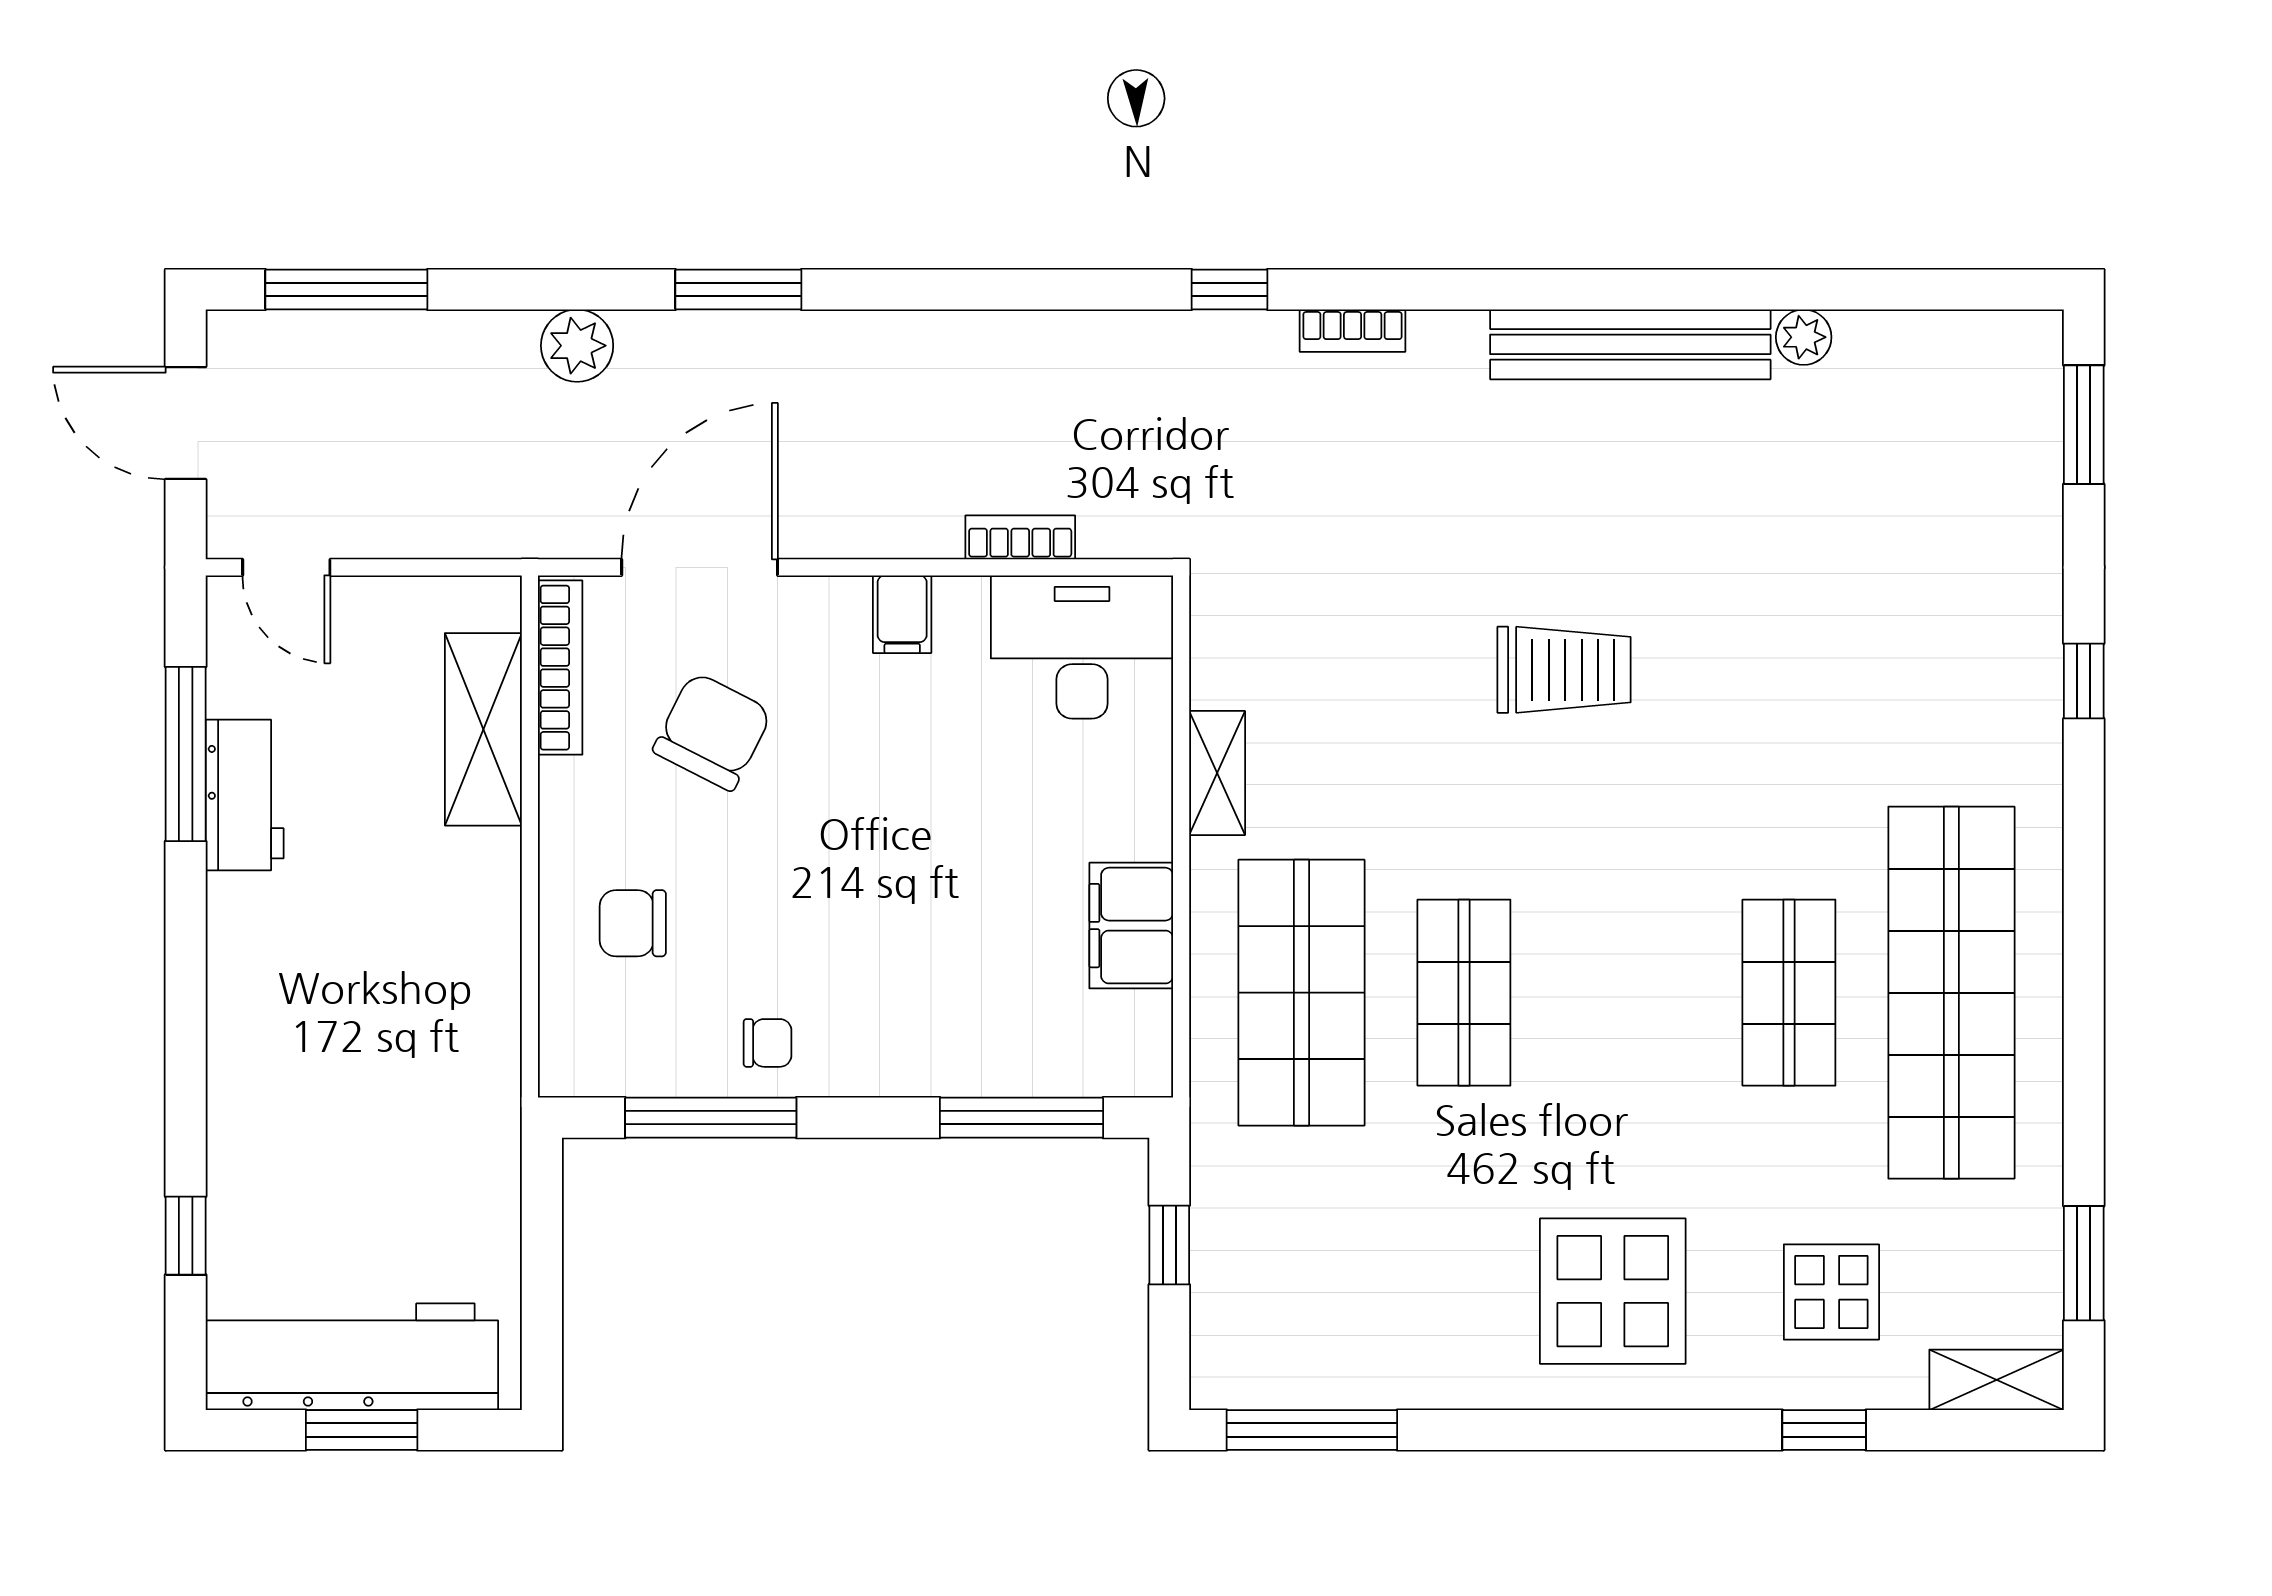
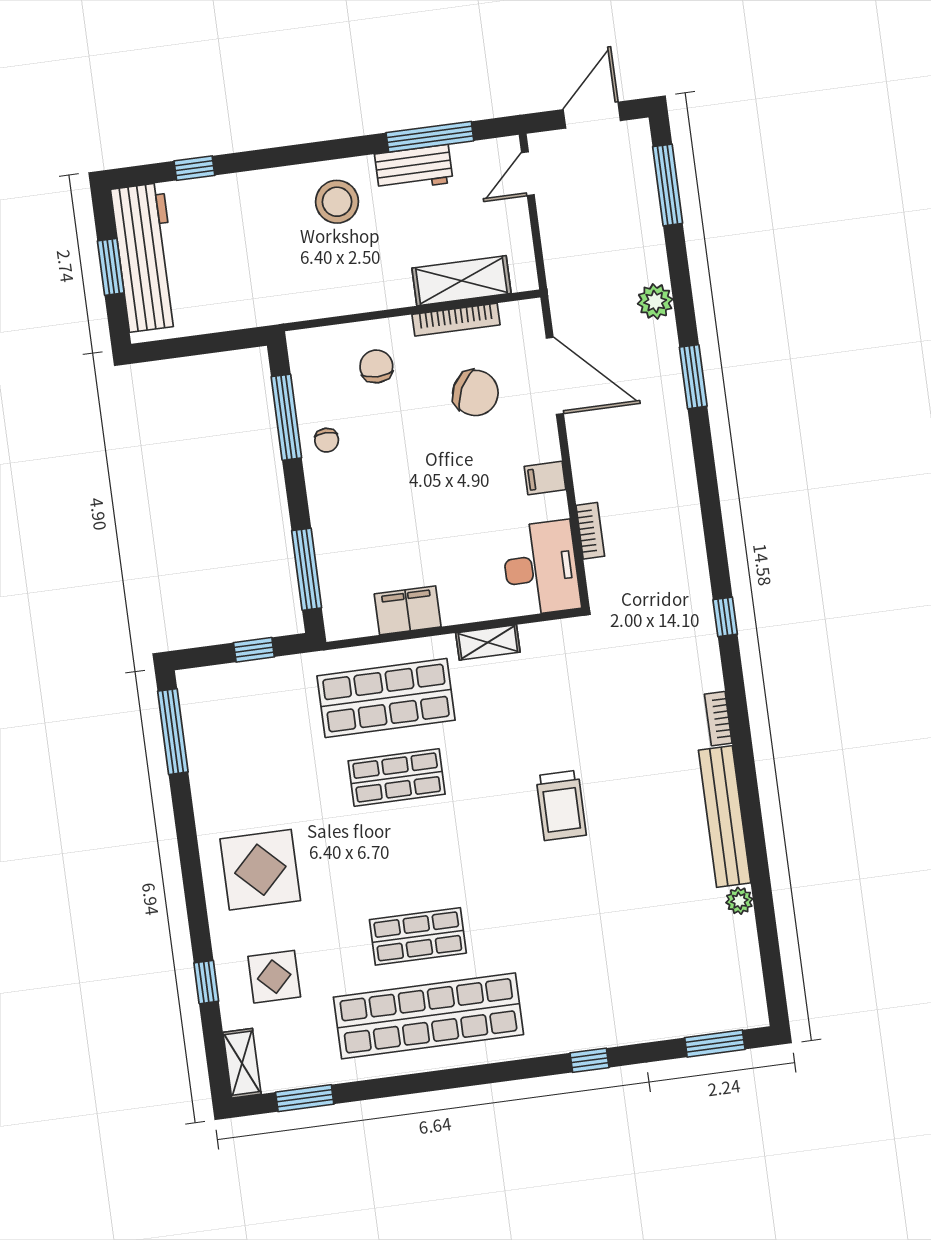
bookcase: (1353, 331) -> (718, 719), moved
bookcase: (560, 668) -> (456, 320), moved
stool: (291, 958) -> (337, 202), added

